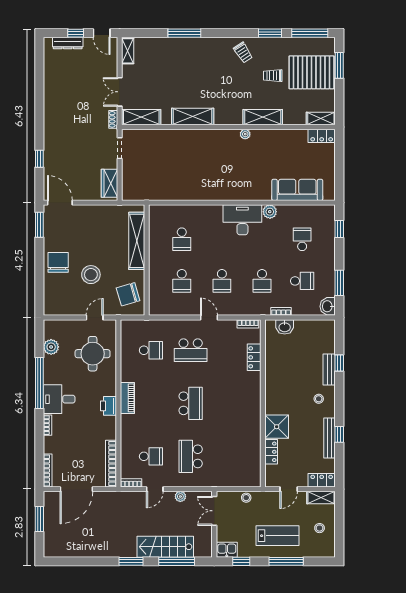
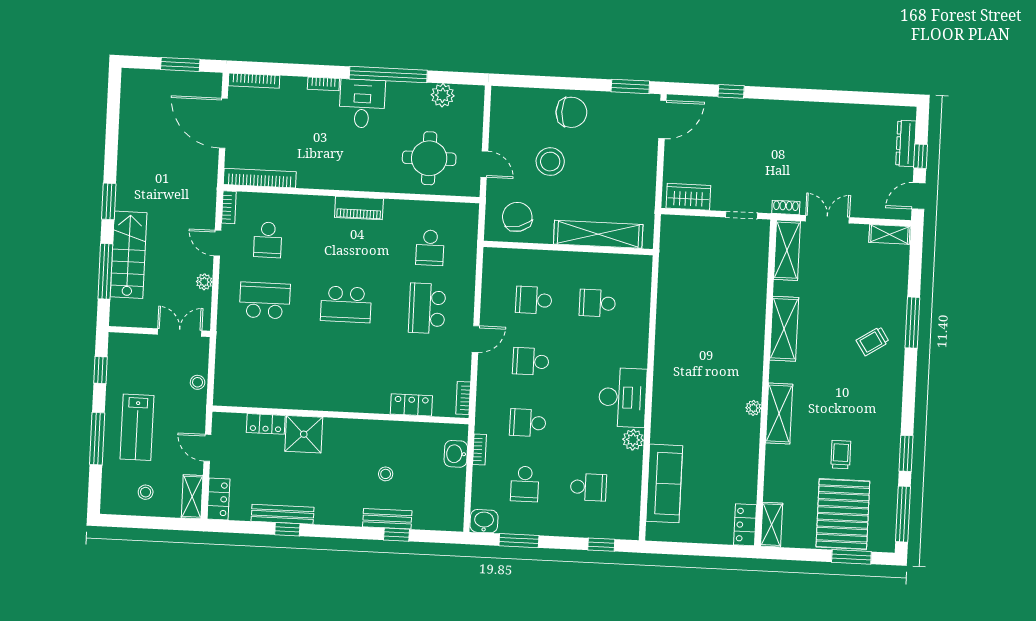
trolley: (243, 53) -> (873, 341), moved
shelving: (263, 117) -> (779, 414), moved
stool: (319, 399) -> (386, 474), moved
printer: (108, 406) -> (348, 179), removed
kitchen sink: (227, 550) -> (119, 349), removed

